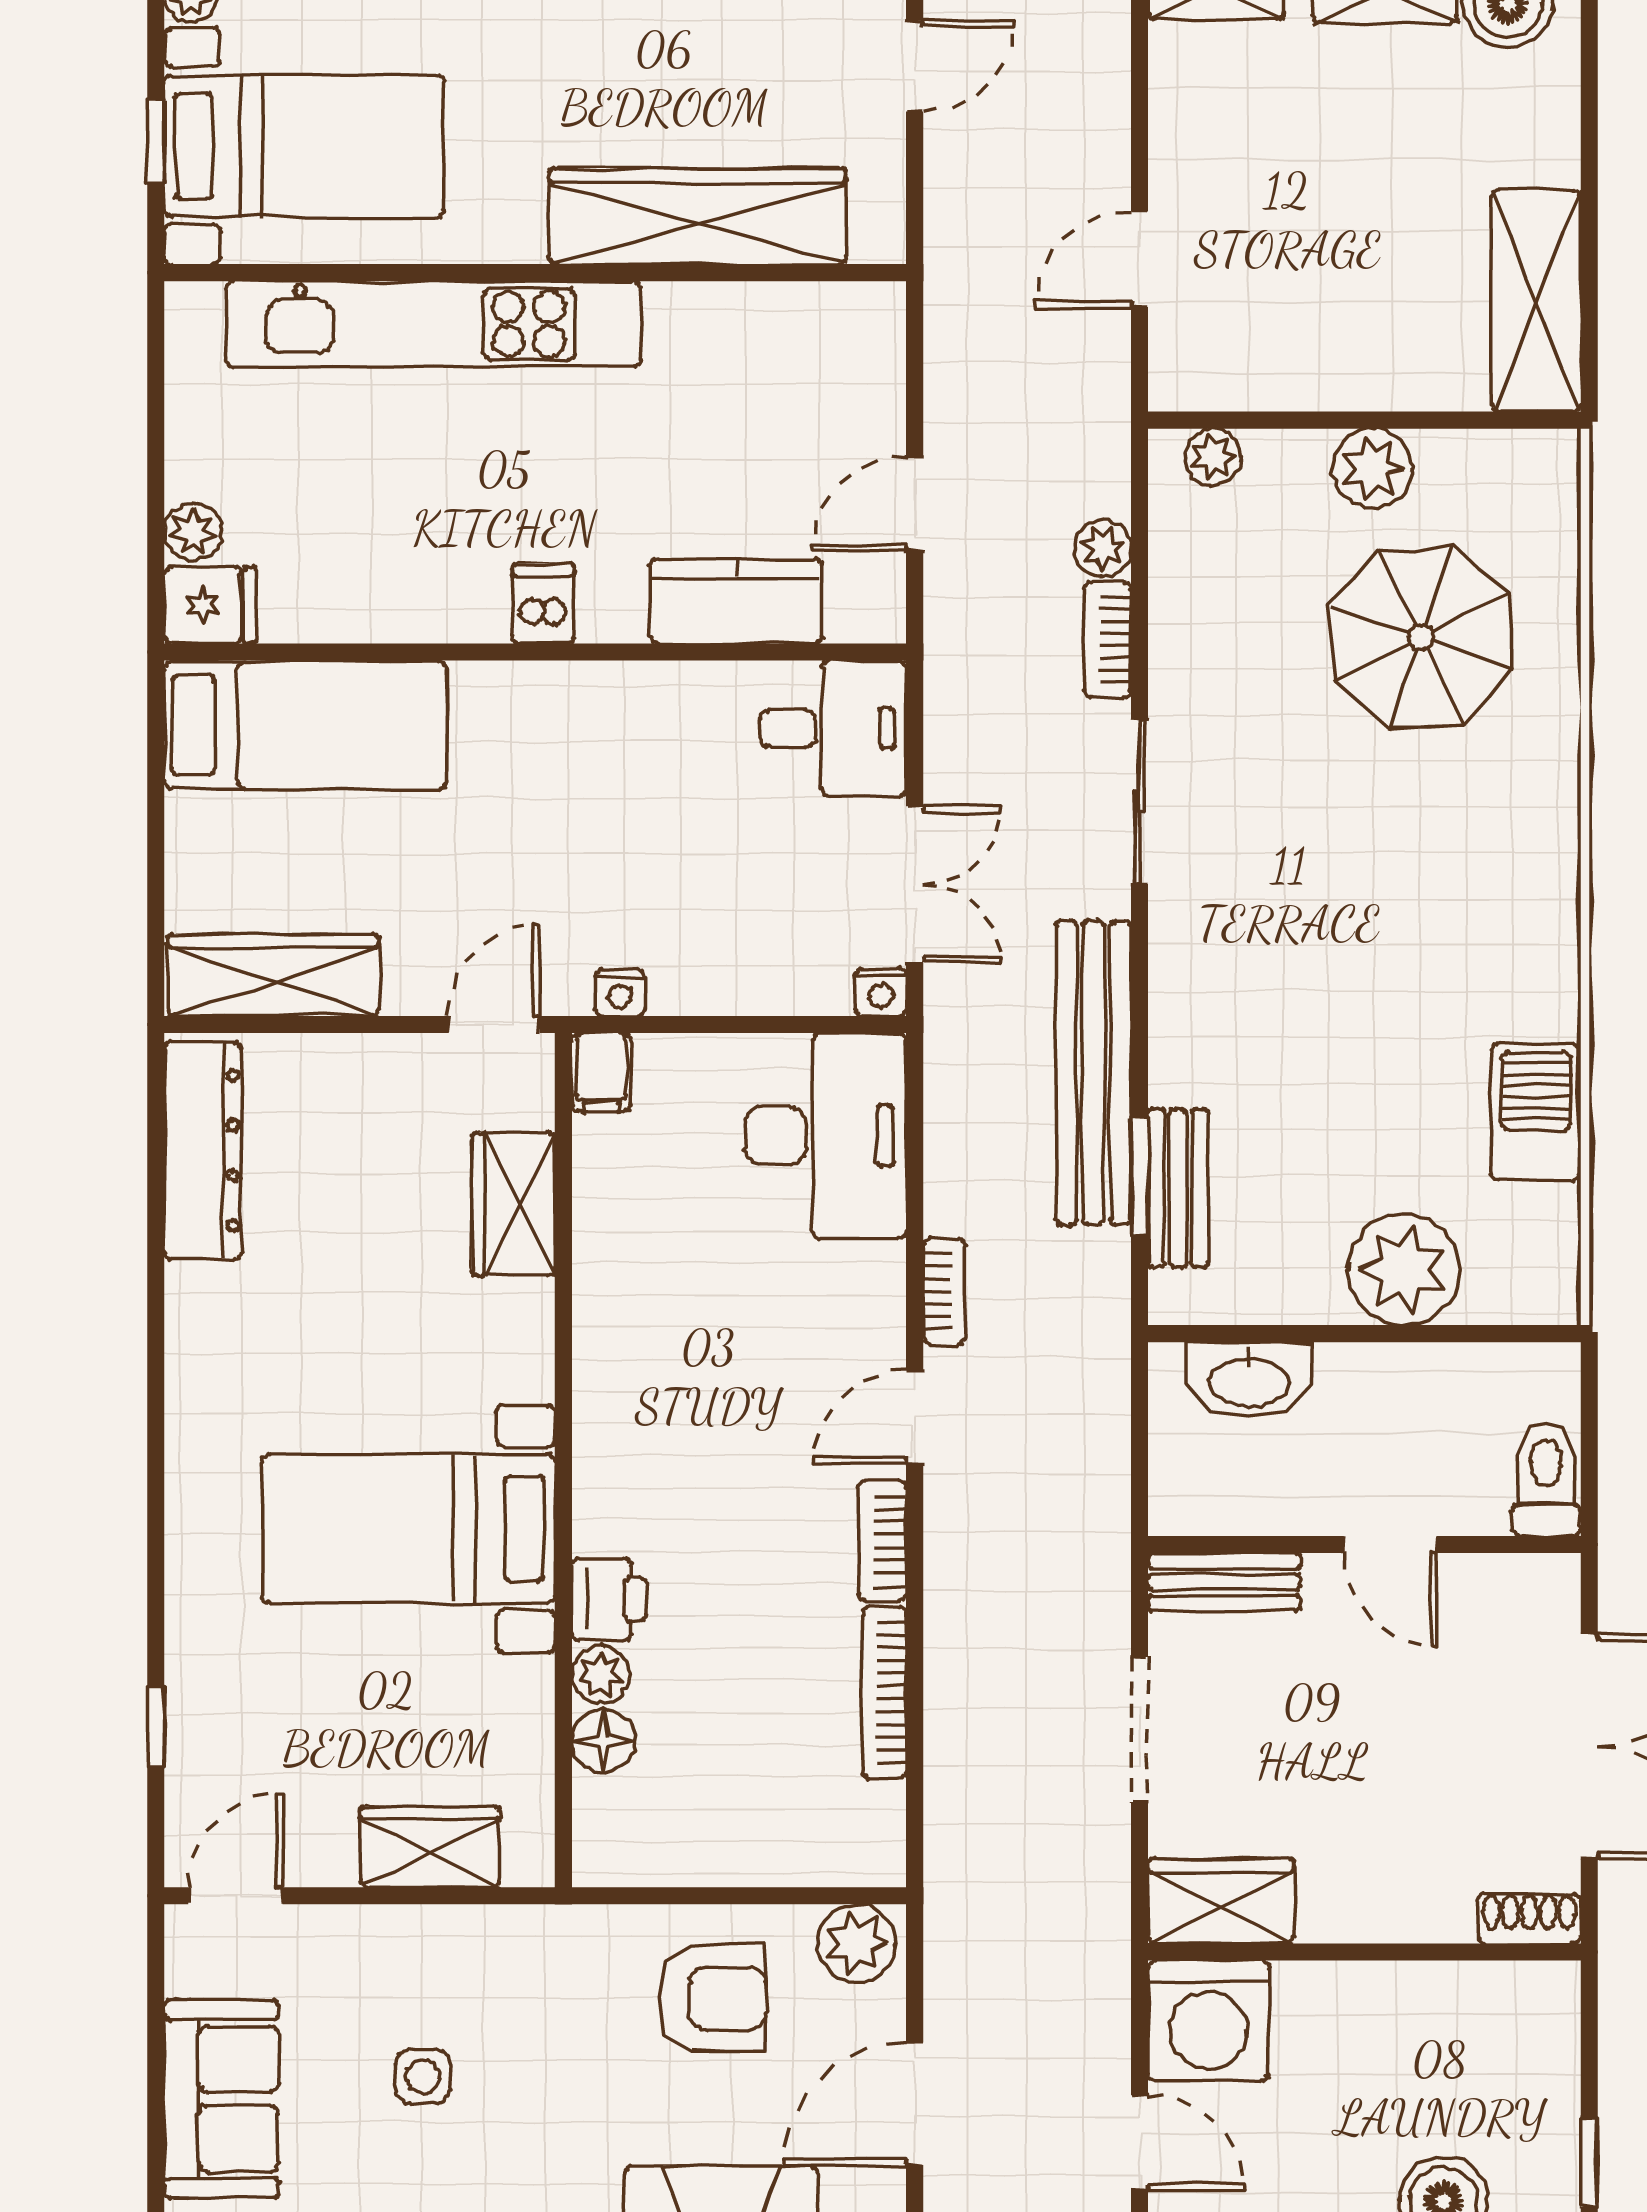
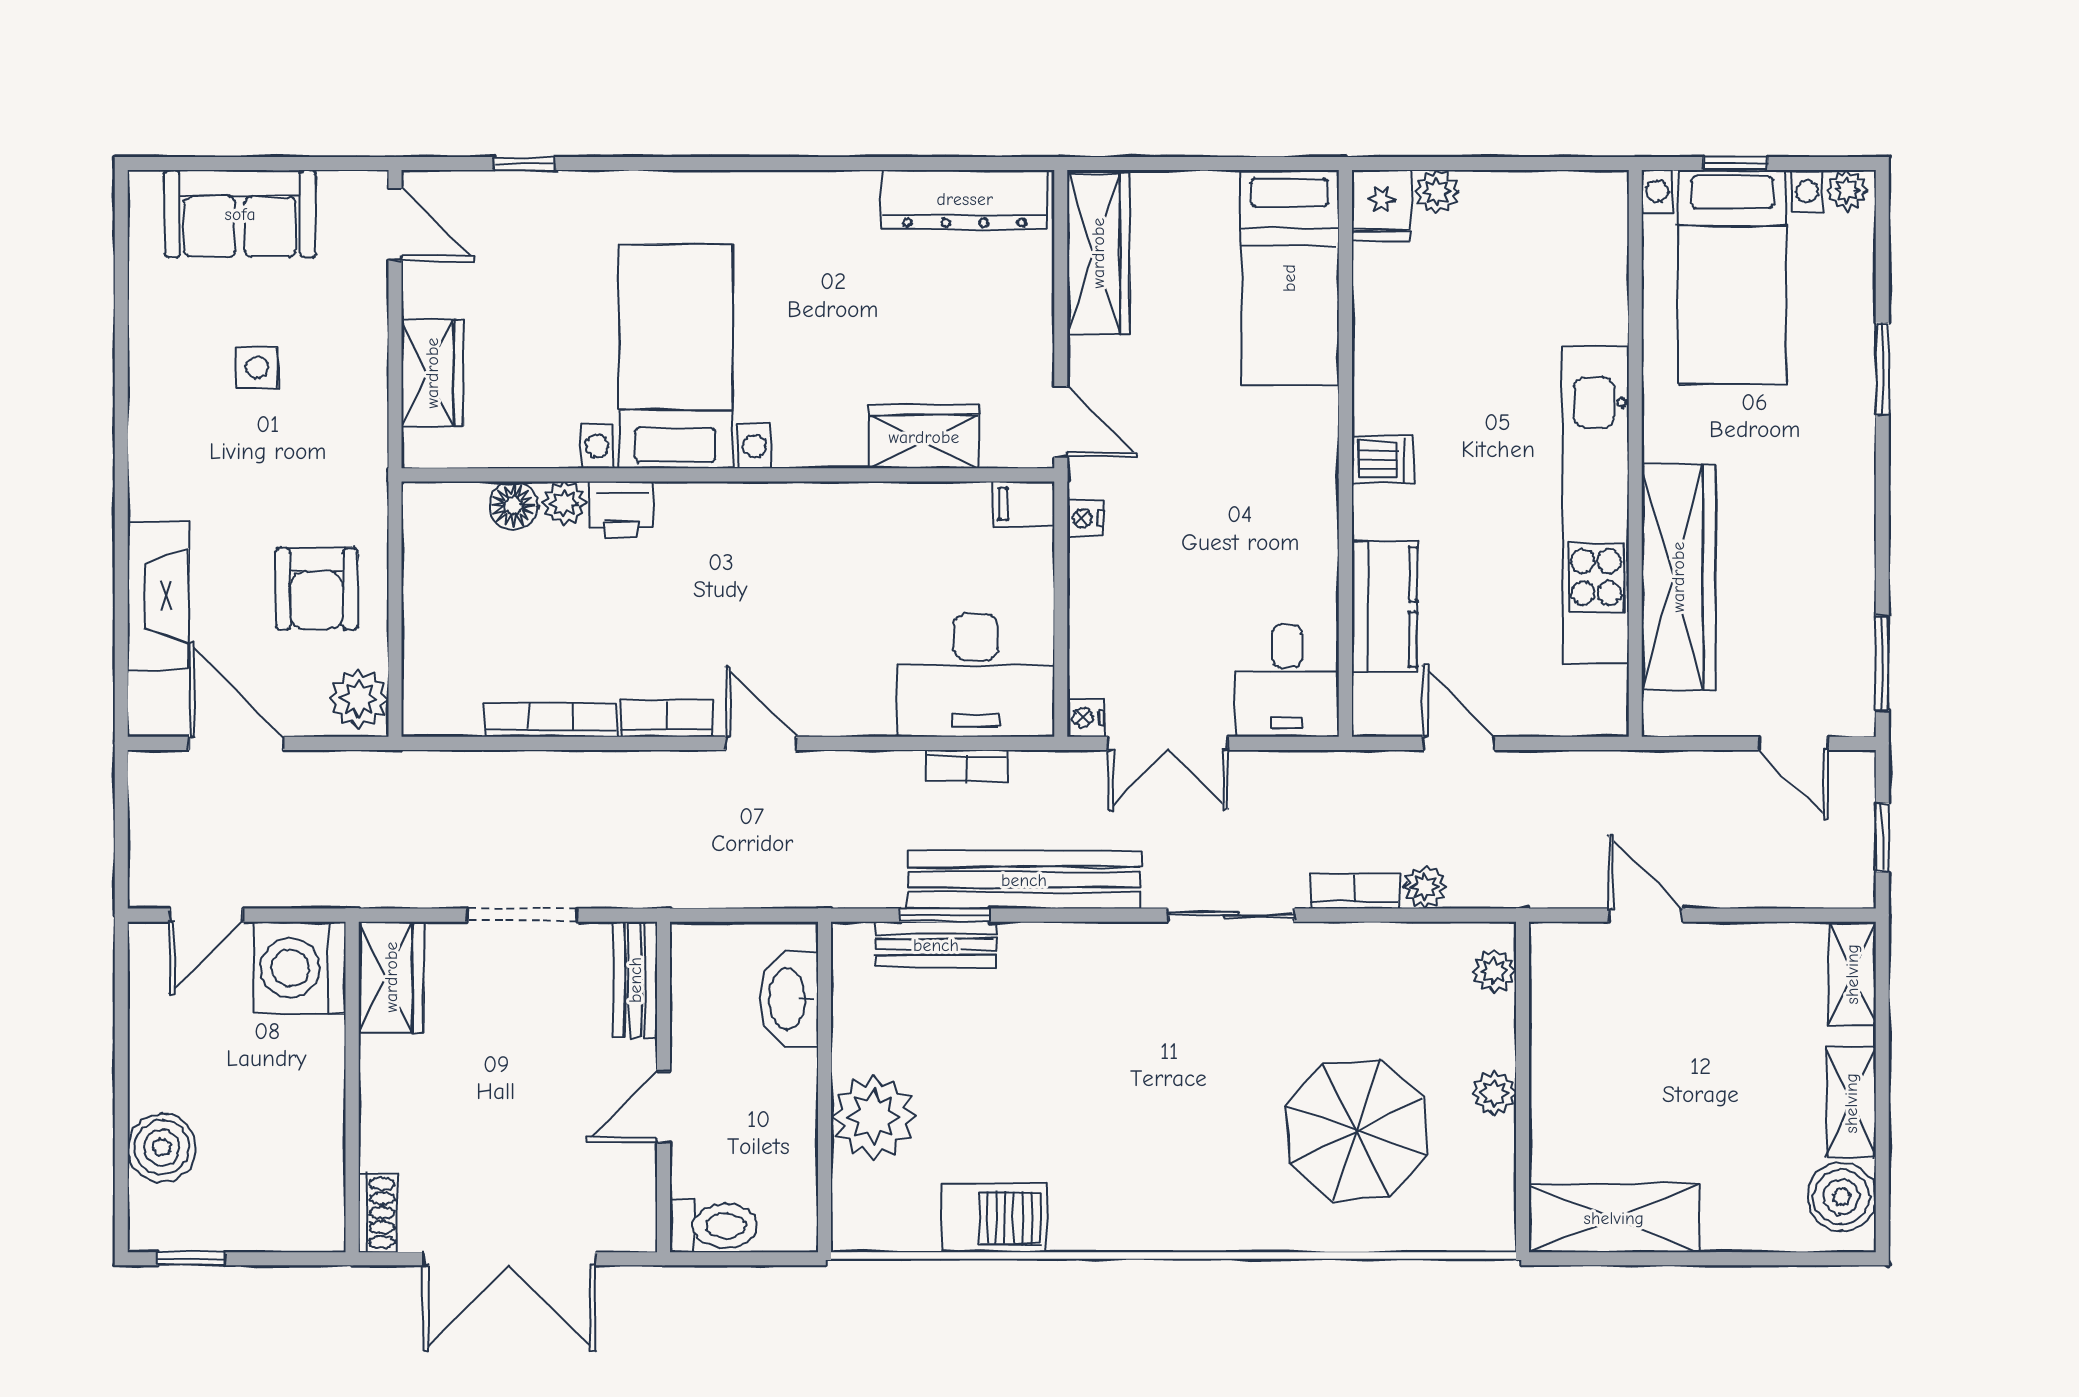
kitchen unit: (433, 324) -> (1596, 504), moved
plant: (1373, 468) -> (1494, 1093), width x0.73, depth x0.73
bookcase: (944, 1291) -> (967, 766), moved

